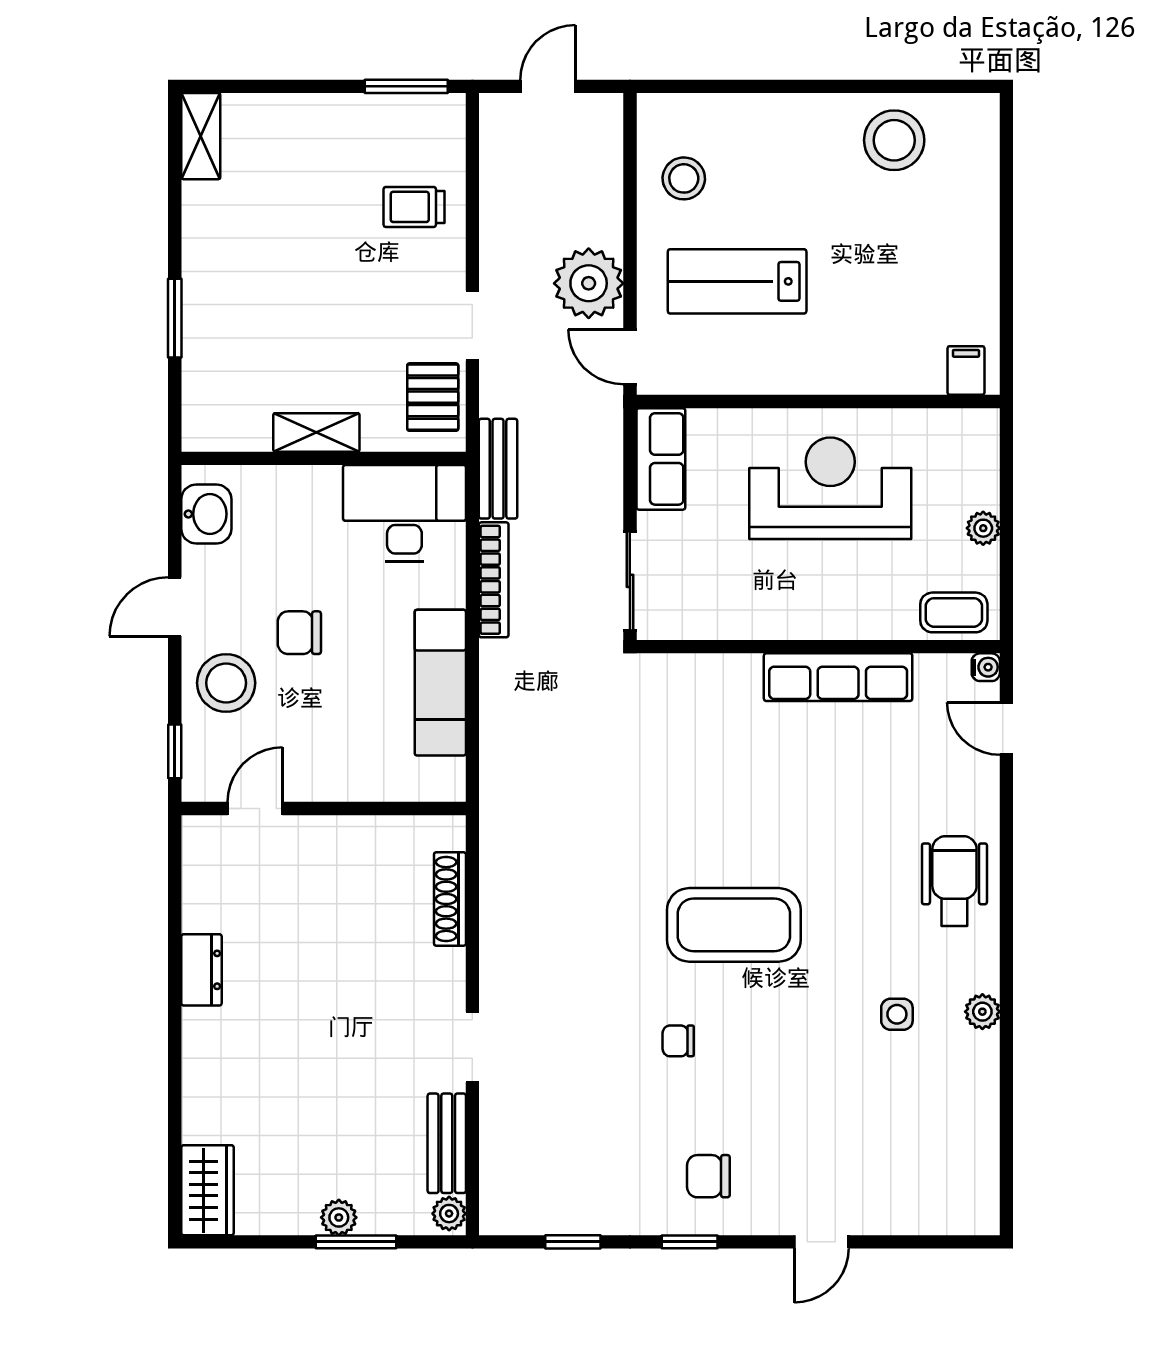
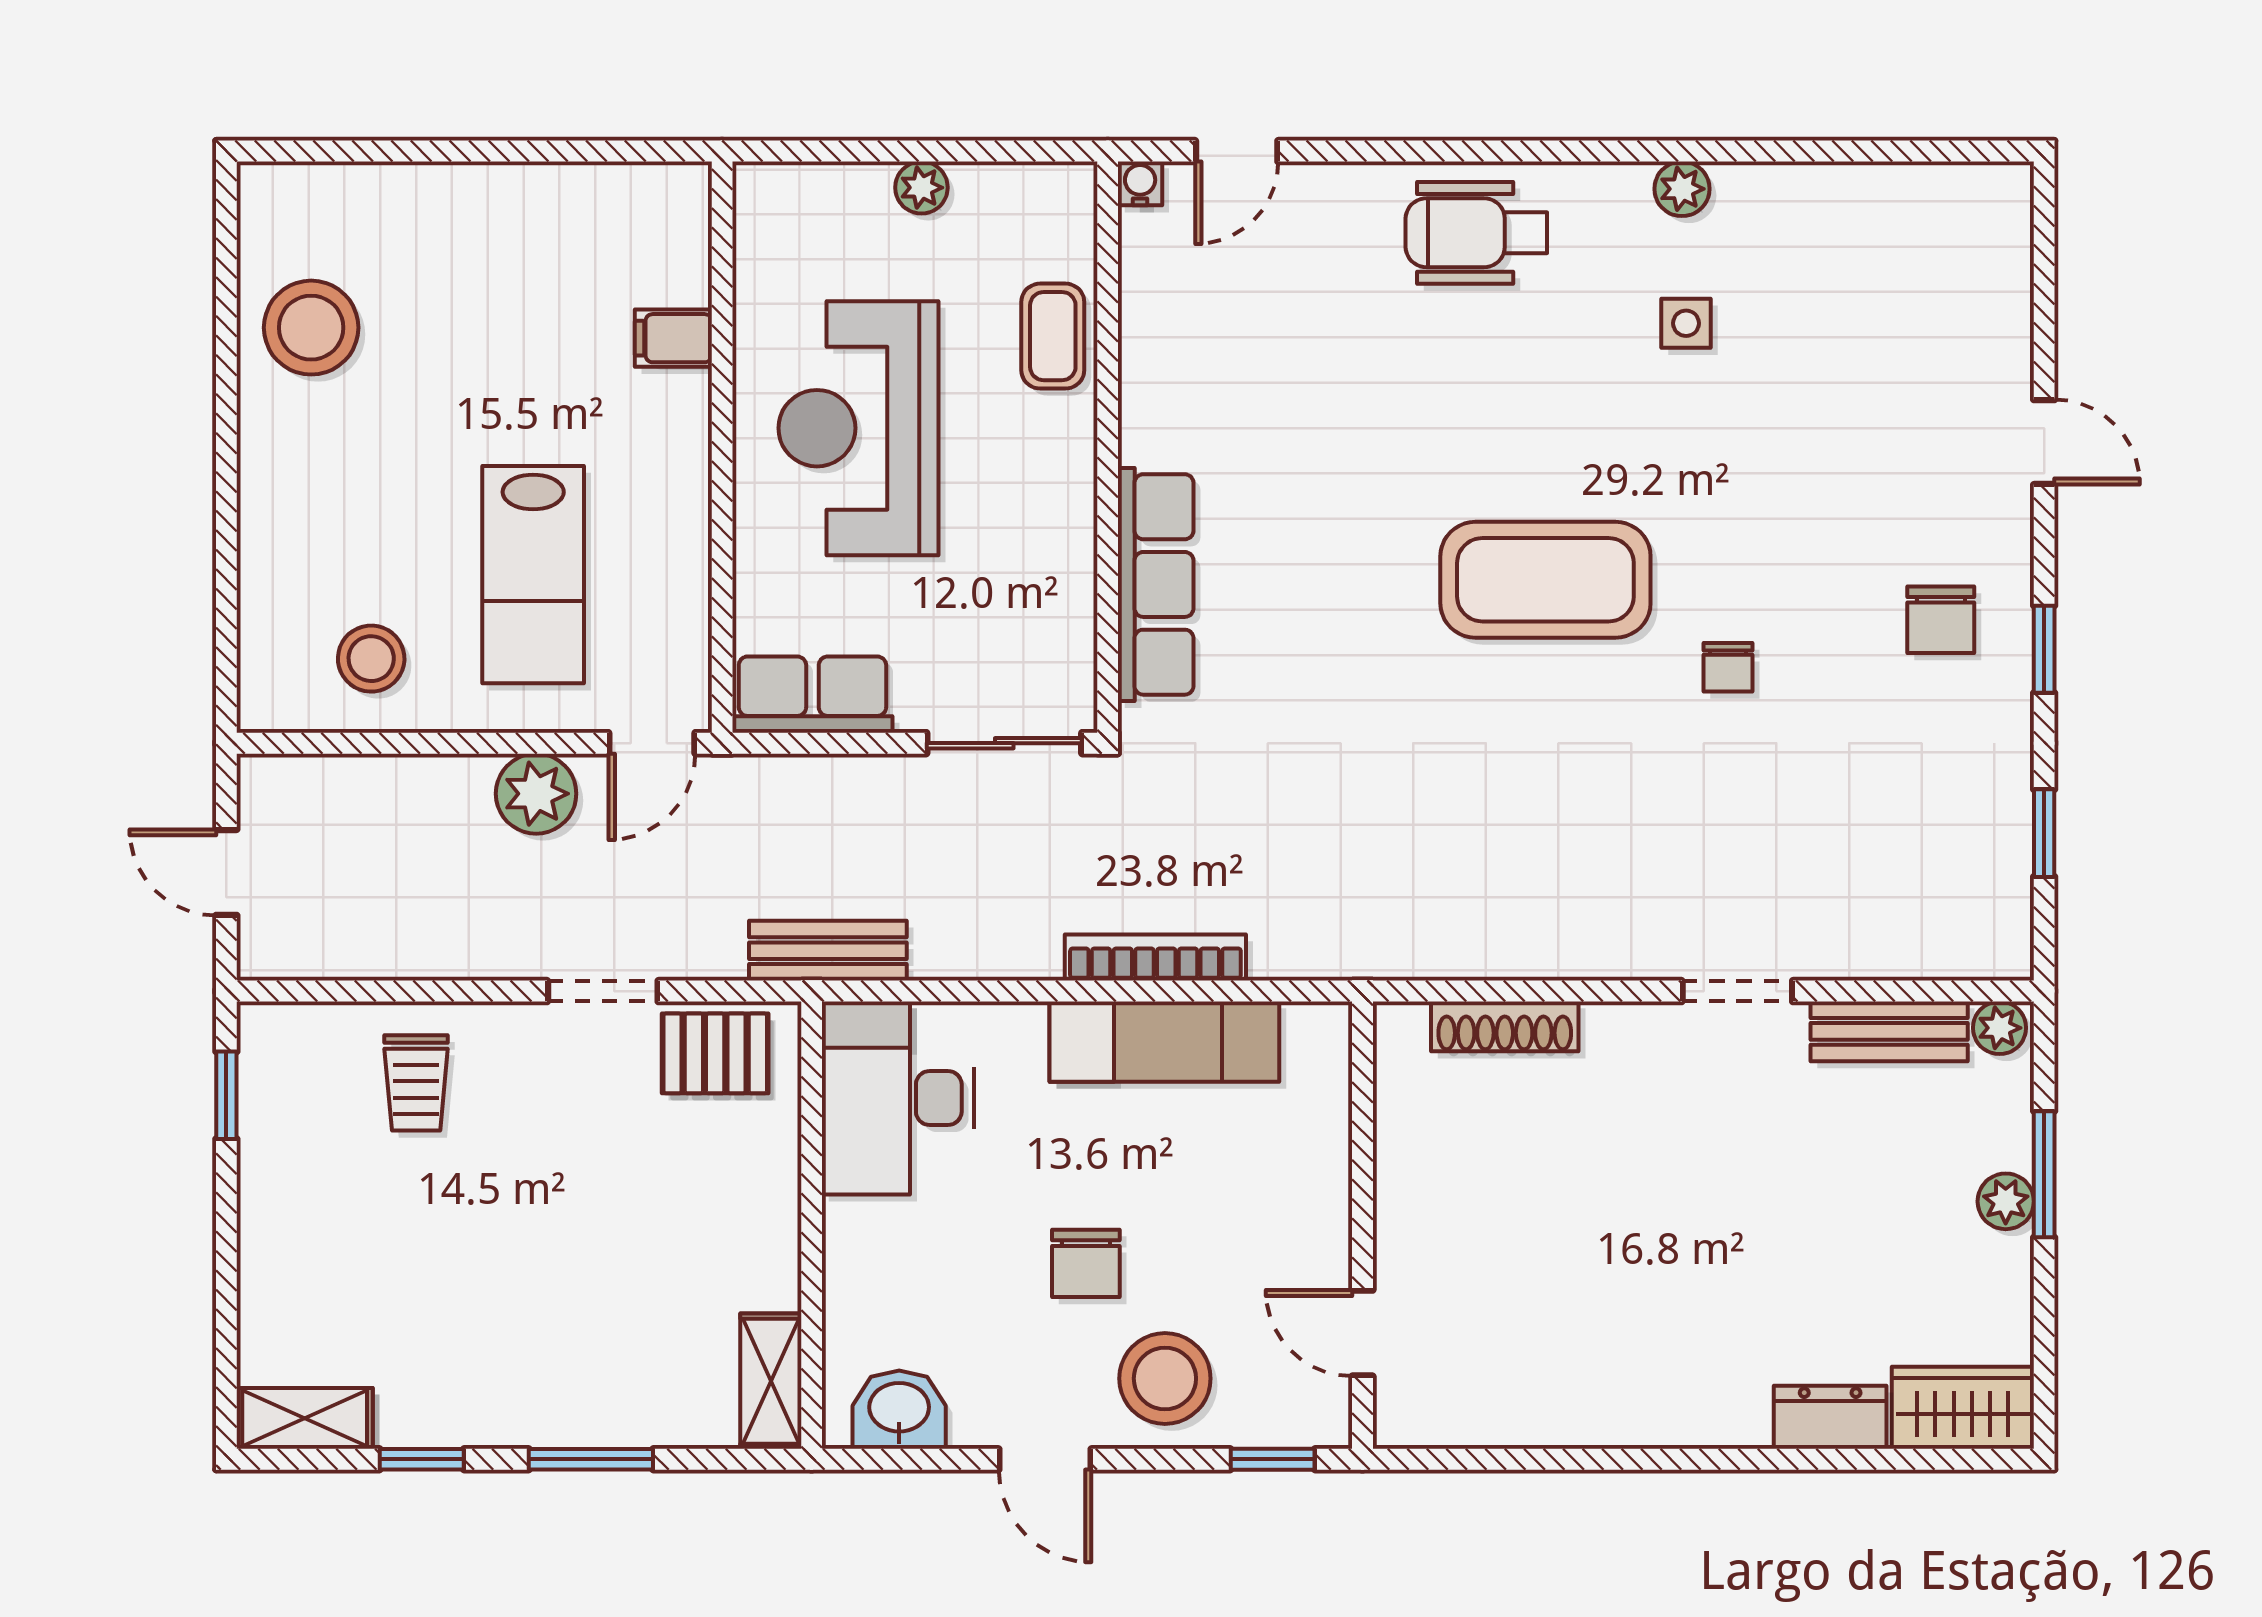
window: (406, 86) -> (226, 1095), width x0.67
window: (175, 211) -> (422, 1459), added
plant: (589, 283) -> (536, 794), width x0.73, depth x0.73
filing cabinet: (966, 370) -> (673, 338), moved
shelving: (316, 432) -> (771, 1381), moved
bookcase: (494, 580) -> (1155, 958), moved
coffee table: (954, 612) -> (1053, 336), moved
row of seats: (838, 677) -> (1156, 584), moved
coffee table: (734, 925) -> (1545, 580), turned 90
dresser: (201, 970) -> (1830, 1417), moved

